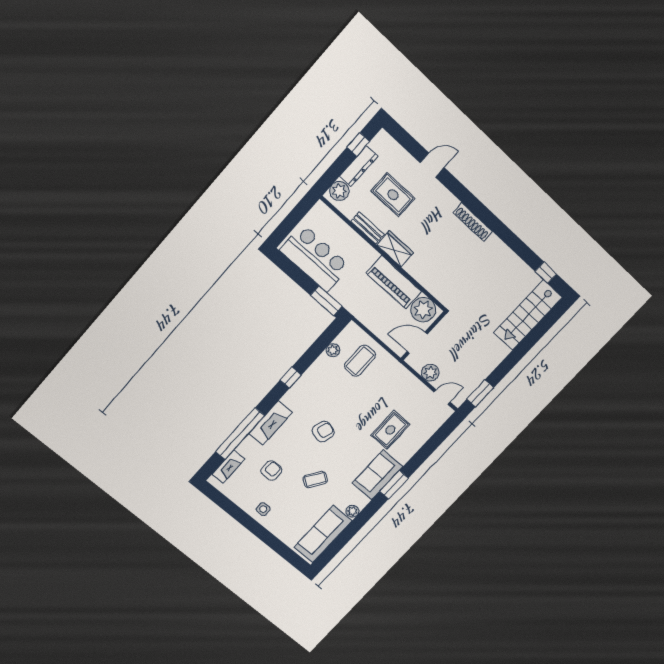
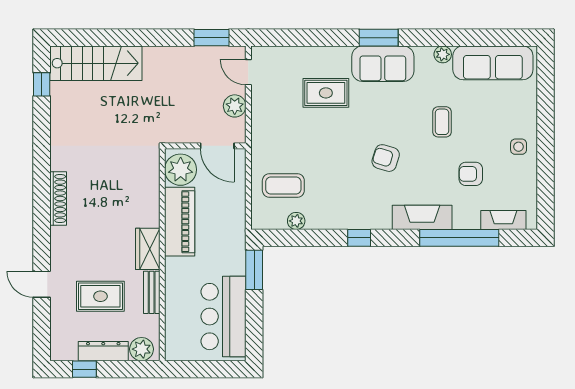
rug: (393, 195) -> (100, 296), turned 90
coffee table: (315, 480) -> (442, 122), turned 56

